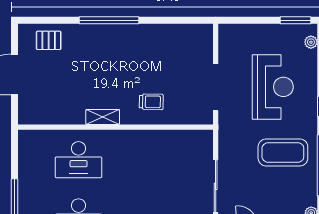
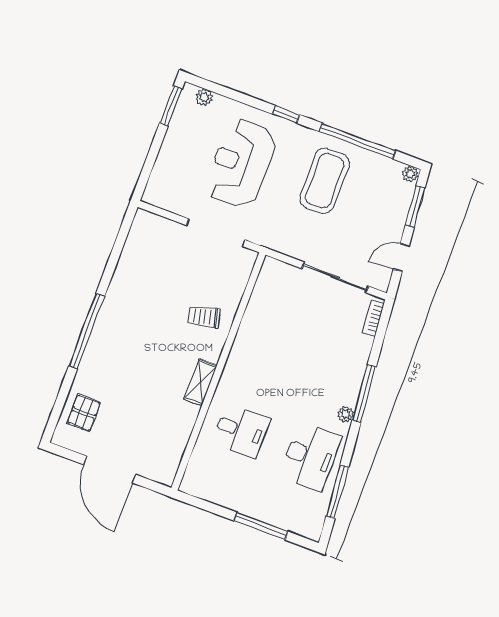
reception desk: (273, 87) -> (241, 163), turned -90
trolley: (151, 102) -> (204, 317), turned -105
desk: (78, 160) -> (241, 431), width x0.73

